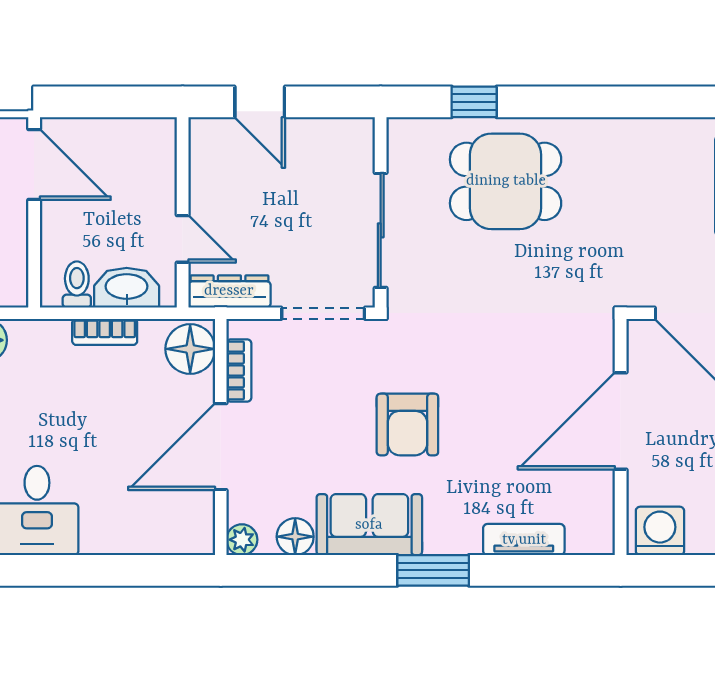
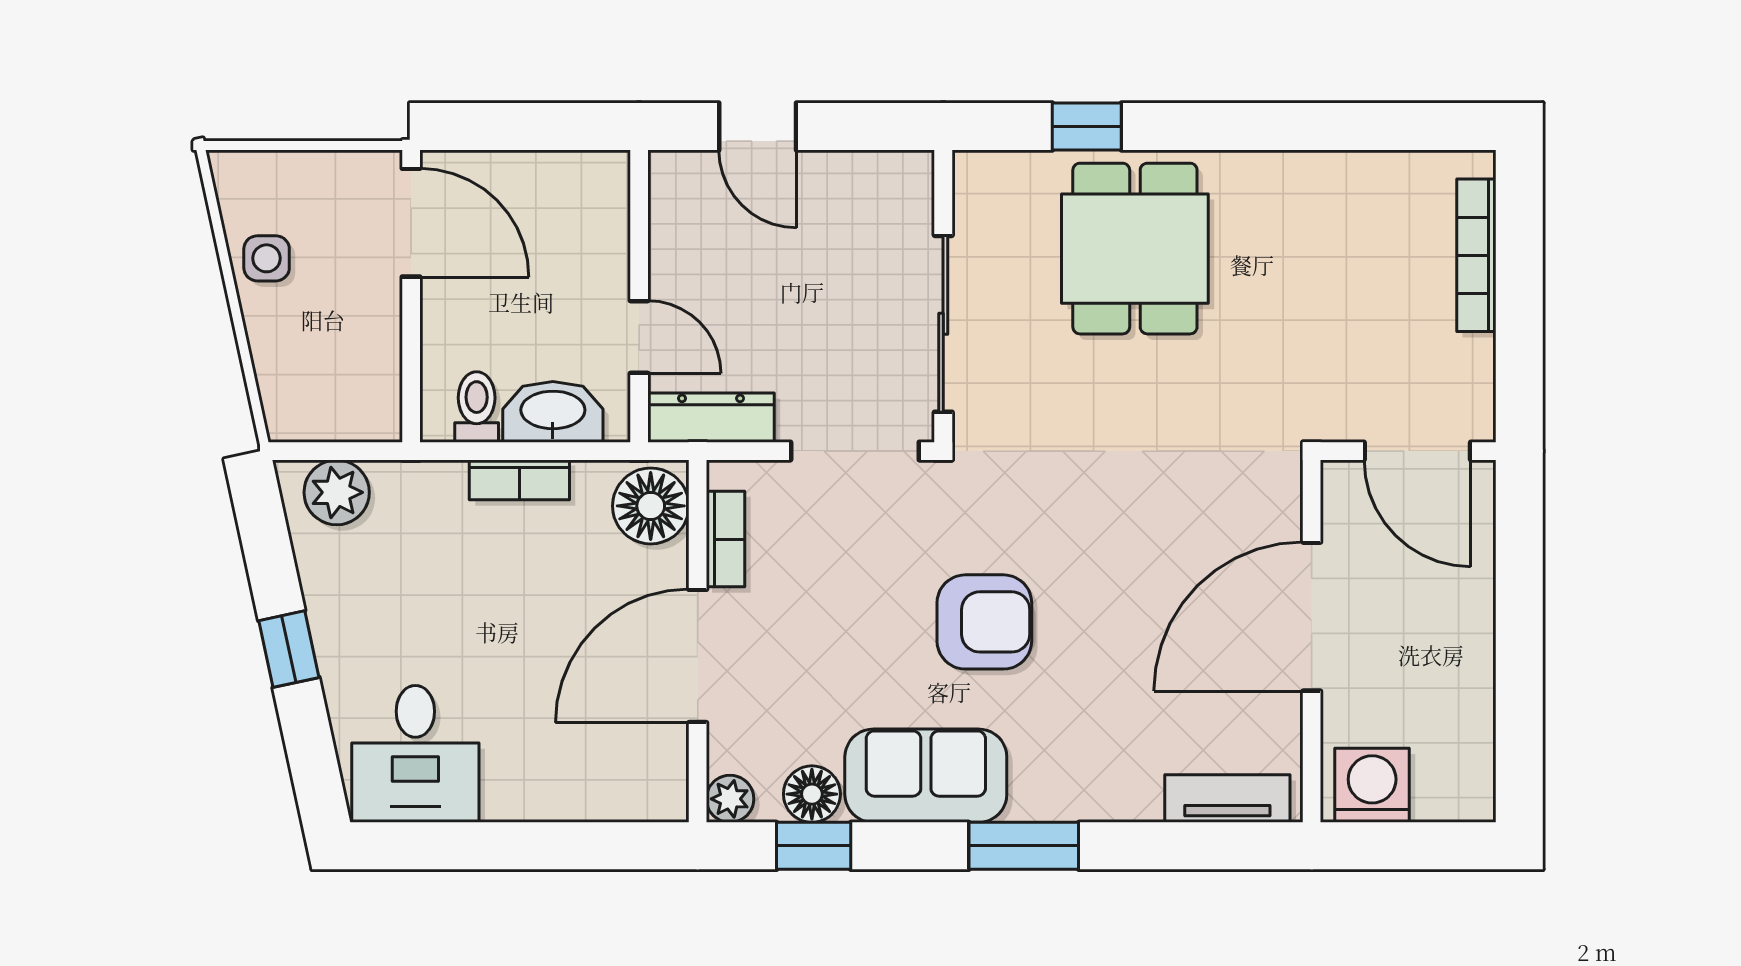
dining table: (506, 181) -> (1135, 249), turned 90
armchair: (407, 424) -> (984, 622), turned -90
tv unit: (524, 540) -> (1227, 799), moved
window: (296, 570) -> (814, 846), added

